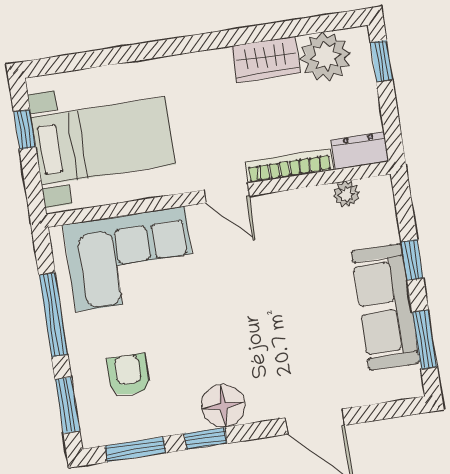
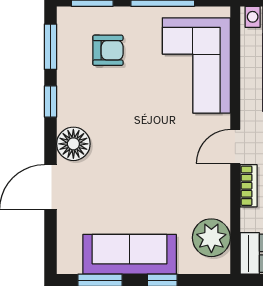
bookcase: (289, 166) -> (249, 186), width x0.64
plant: (346, 194) -> (211, 238), width x1.87, depth x1.87
floor lamp: (223, 406) -> (73, 144), moved

